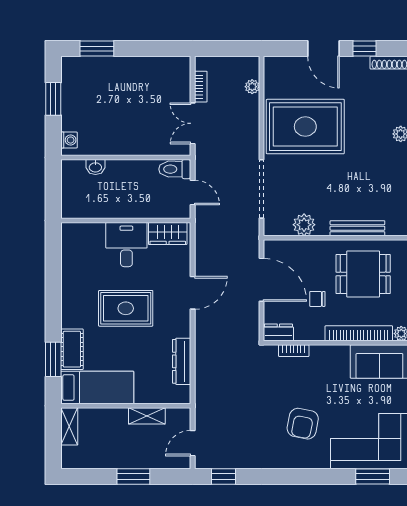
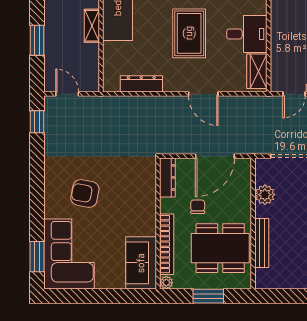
dining table: (363, 274) -> (220, 248), width x1.38
dresser: (278, 332) -> (167, 177), width x1.44
bookcase: (294, 351) -> (151, 185), removed
shelving: (147, 416) -> (92, 26), moved

